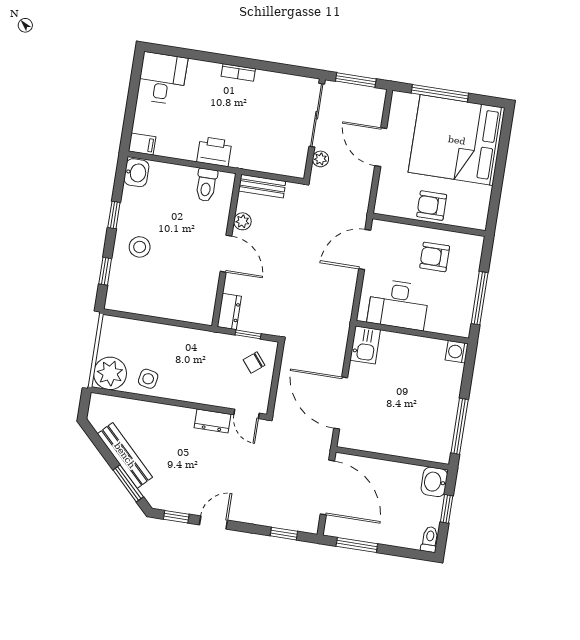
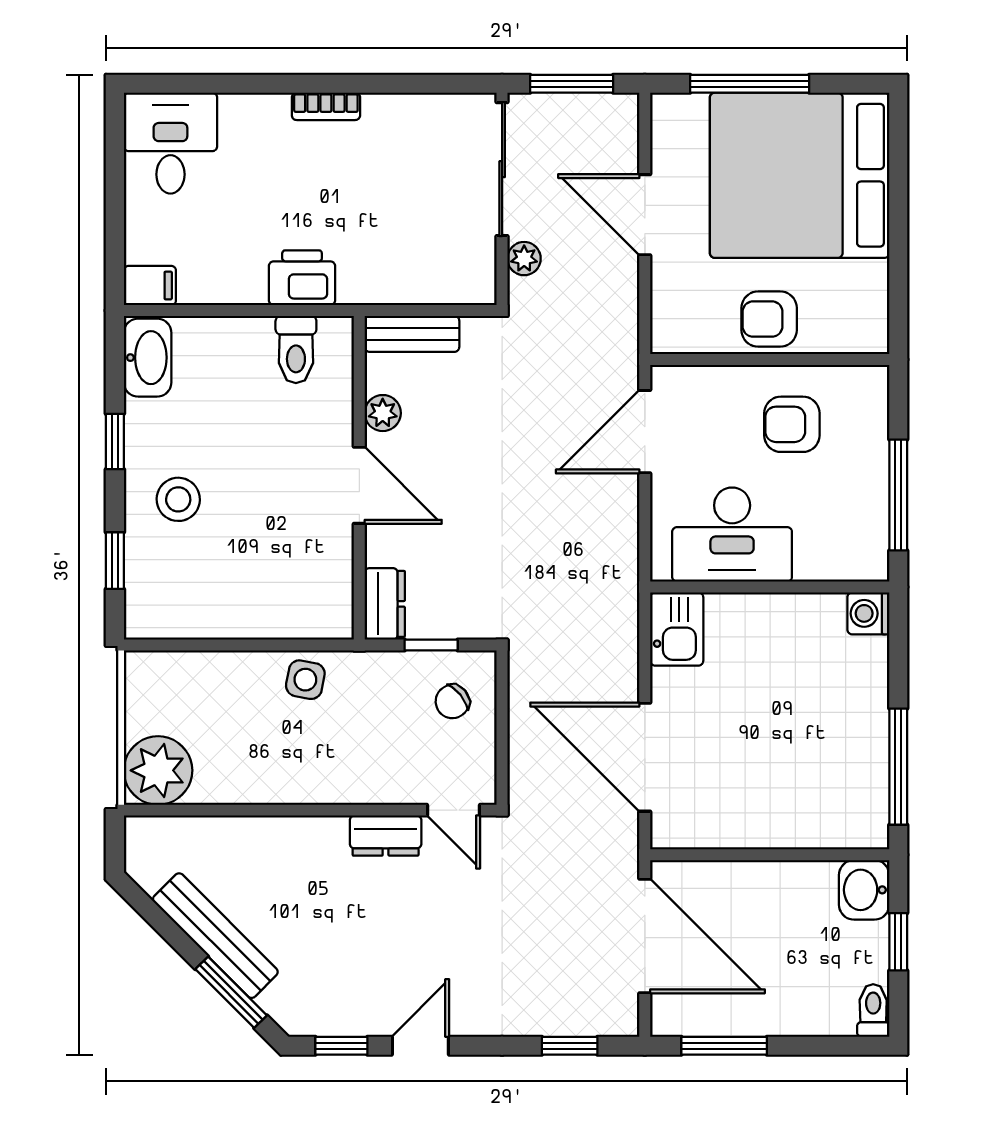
washbasin: (136, 173) -> (148, 358), width x1.38
side table: (148, 379) -> (305, 680), moved

